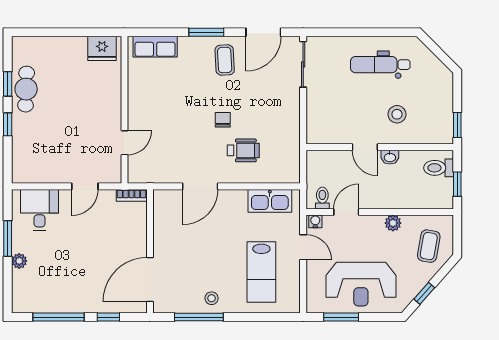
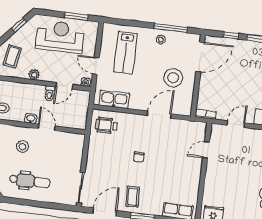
wheelchair: (243, 150) -> (107, 125), moved
toilet: (322, 198) -> (50, 93), moved
stool: (186, 244) -> (173, 78), added
lab bench: (261, 272) -> (126, 53), turned 180

